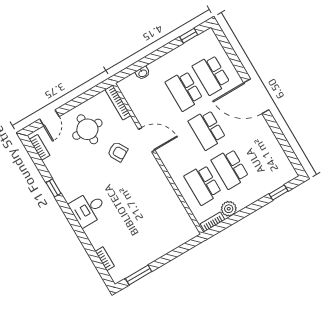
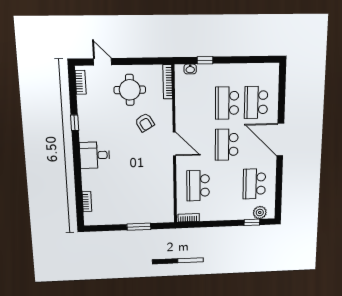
window: (189, 36) -> (205, 60), moved
washbasin: (143, 73) -> (190, 69), moved
door: (49, 118) -> (103, 62), swing flipped
door: (147, 140) -> (174, 144), moved
school desk: (230, 169) -> (254, 184), moved
plant: (229, 209) -> (260, 213), moved
window: (139, 275) -> (139, 227), moved

